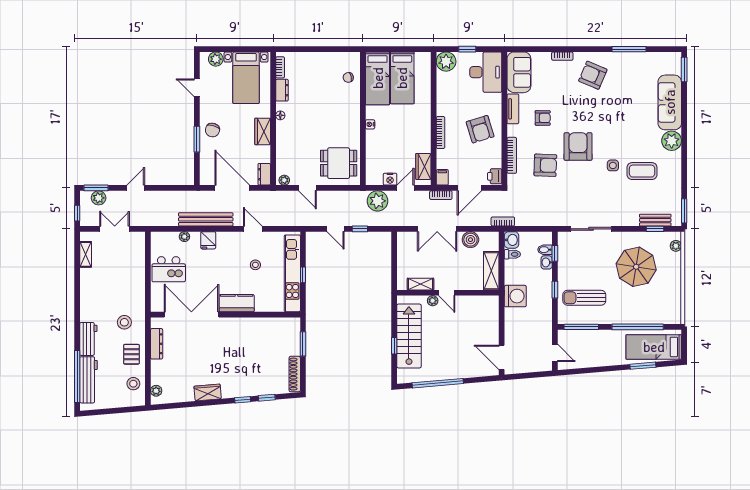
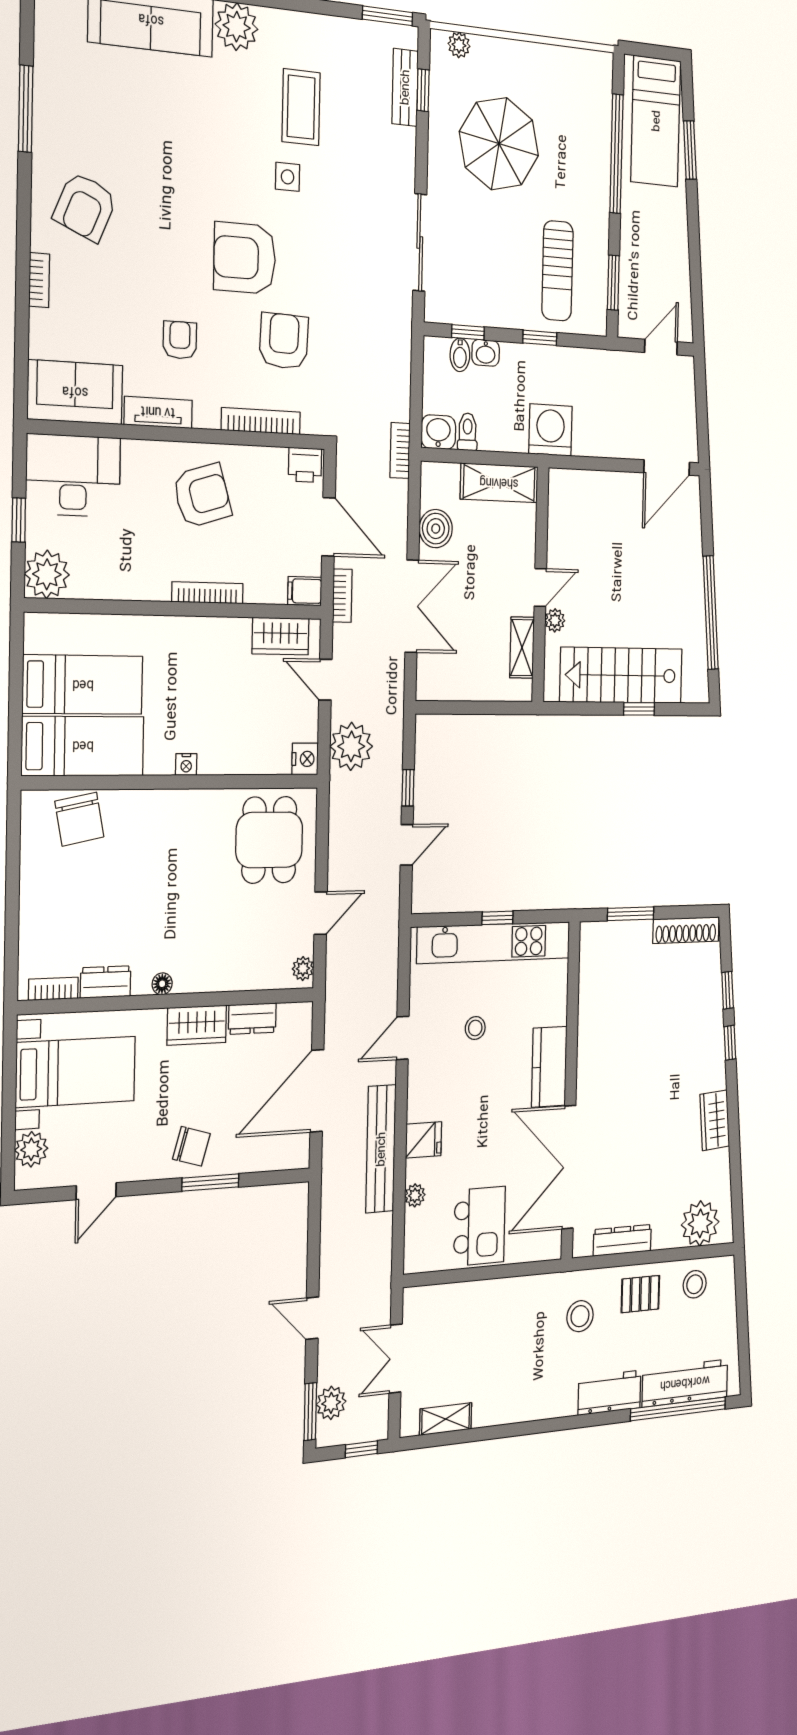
chair: (348, 77) -> (79, 819), width x1.87, depth x1.87
dresser: (264, 174) -> (252, 1019), moved
nightstand: (390, 179) -> (305, 759), moved
window: (581, 327) -> (613, 283), width x0.69
plant: (156, 391) -> (700, 1223), width x1.88, depth x1.88

